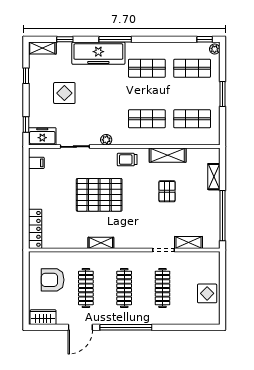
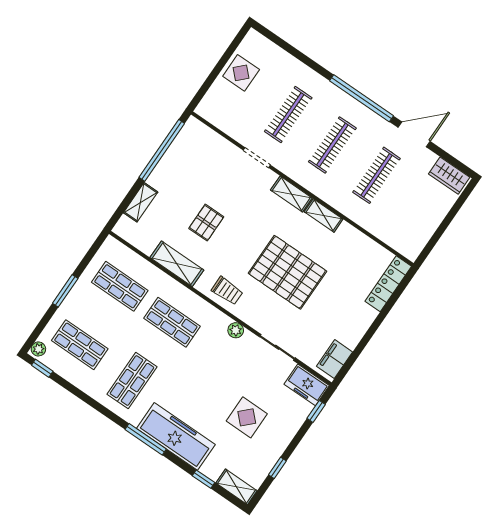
shop shelf: (147, 68) -> (132, 381), turned 90
filing cabinet: (36, 163) -> (335, 359), width x2.00
shelving: (188, 242) -> (291, 194), moved
armchair: (53, 280) -> (409, 211), removed

